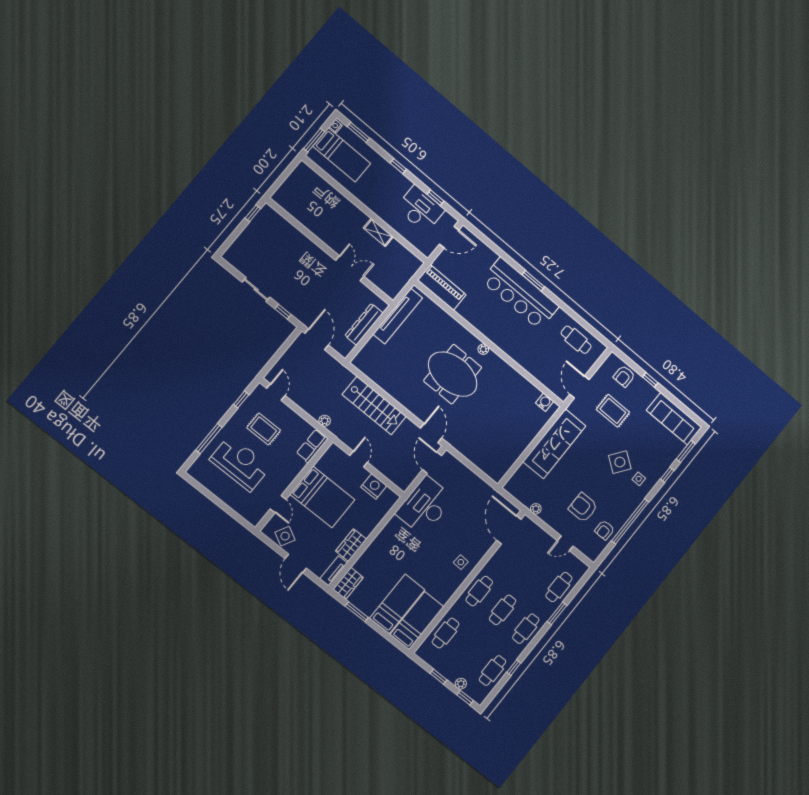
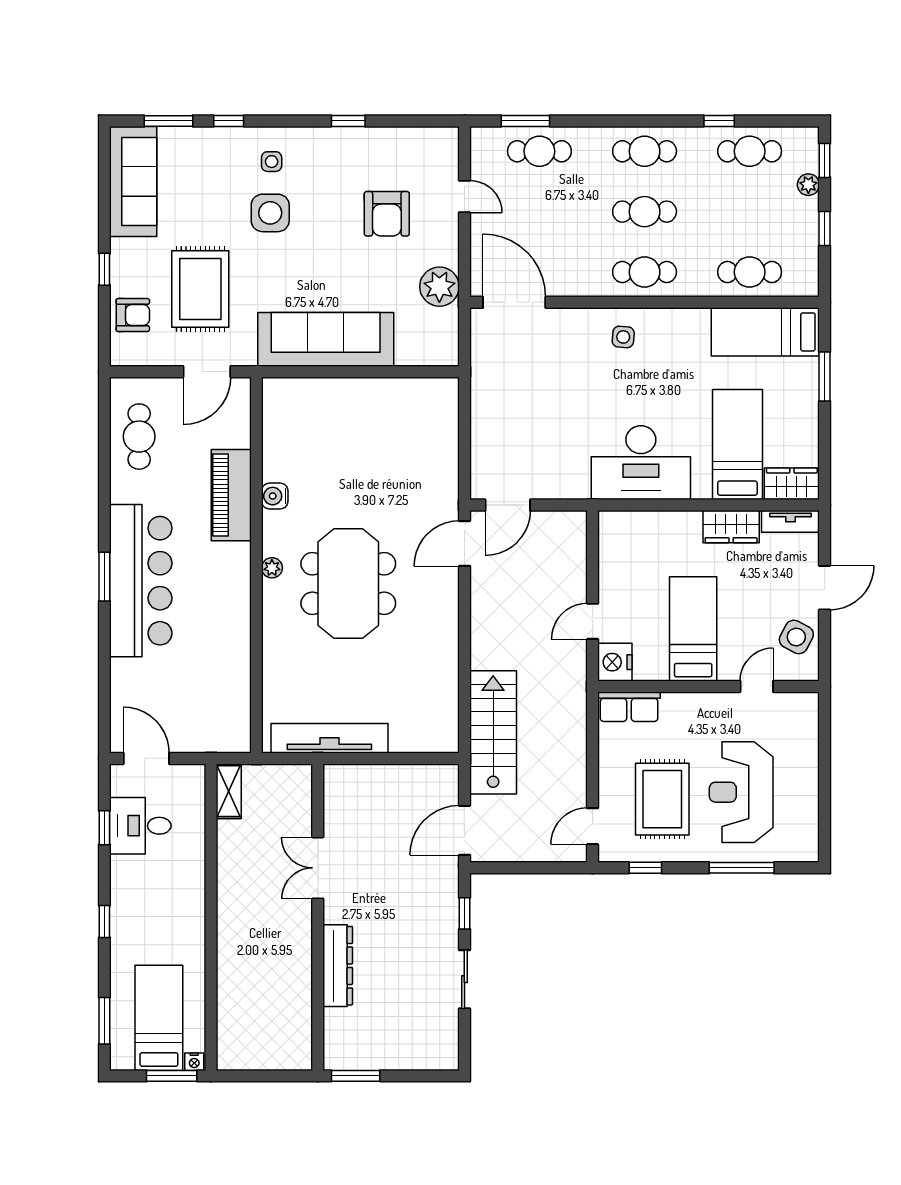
nightstand: (336, 126) -> (194, 1062), moved
desk: (420, 209) -> (140, 826), width x0.73
window: (253, 213) -> (356, 1076), width x1.50
shelving: (378, 232) -> (229, 791), moved
piano: (442, 287) -> (231, 495), moved
dresser: (364, 324) -> (338, 966), moved, turned -90
water cooler: (545, 402) -> (275, 496), moved
stairs: (374, 406) -> (493, 732), moved
rug: (613, 411) -> (200, 289), width x1.36, depth x1.43
plant: (325, 421) -> (576, 719), removed
rug: (264, 429) -> (662, 799), width x1.36, depth x1.43
side table: (620, 462) -> (270, 213), turned -36
nightstand: (374, 486) -> (615, 662), moved
bed: (322, 497) -> (693, 629), width x0.67
desk: (425, 506) -> (641, 463), moved
plant: (536, 509) -> (439, 287), width x1.87, depth x1.87
window: (630, 521) -> (348, 121), width x0.32
door: (509, 530) -> (514, 302), swing flipped
armchair: (604, 530) -> (394, 151), removed
bed: (397, 604) -> (737, 444), moved, turned 90
window: (357, 612) -> (825, 376), moved
window: (557, 613) -> (525, 121), moved

